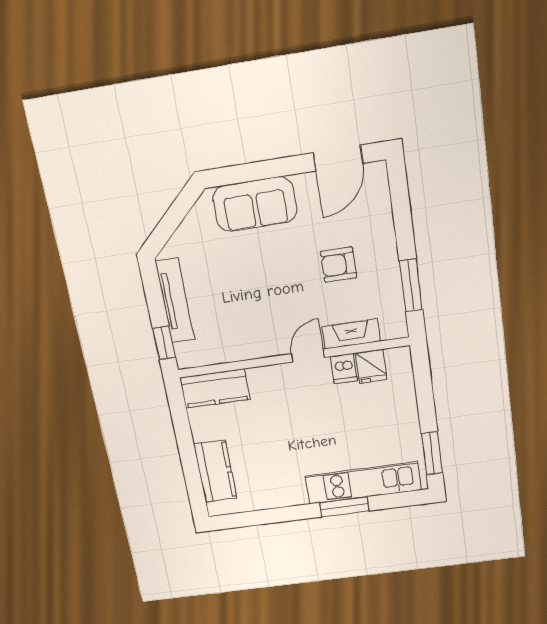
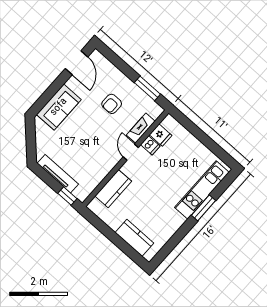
kitchen counter: (215, 388) -> (113, 189), moved
window: (432, 453) -> (219, 152), removed

